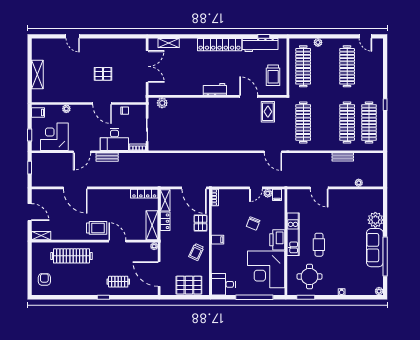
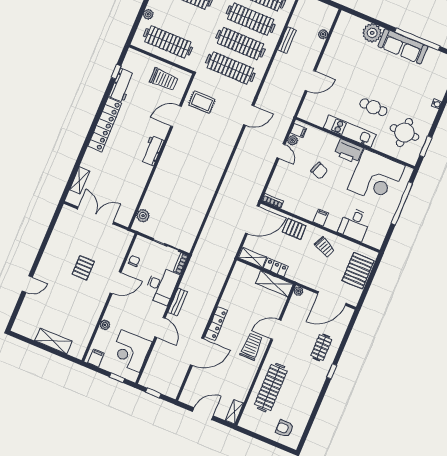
workbench: (260, 45) -> (122, 85), width x0.73
clothes rail: (325, 122) -> (240, 44), added
locker: (144, 194) -> (216, 324), moved
desk: (223, 284) -> (355, 224), moved

